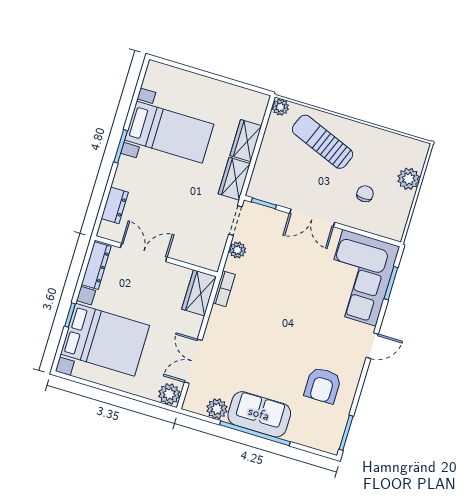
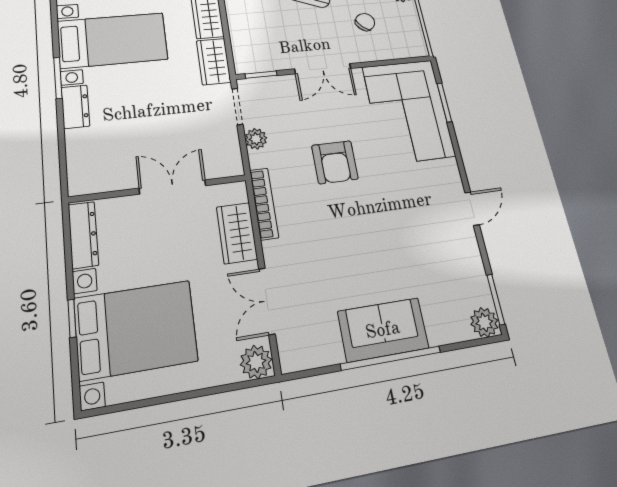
chair: (365, 194) -> (365, 22), turned 44
dresser: (115, 205) -> (75, 107), moved
double door: (144, 252) -> (173, 187), moved
bookcase: (224, 289) -> (264, 204), width x1.56
wardrobe: (199, 293) -> (237, 233), moved
door: (372, 346) -> (472, 209), moved
armchair: (323, 385) -> (335, 162), moved
plant: (217, 409) -> (484, 322), moved

